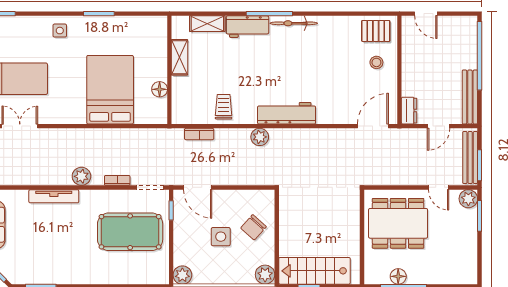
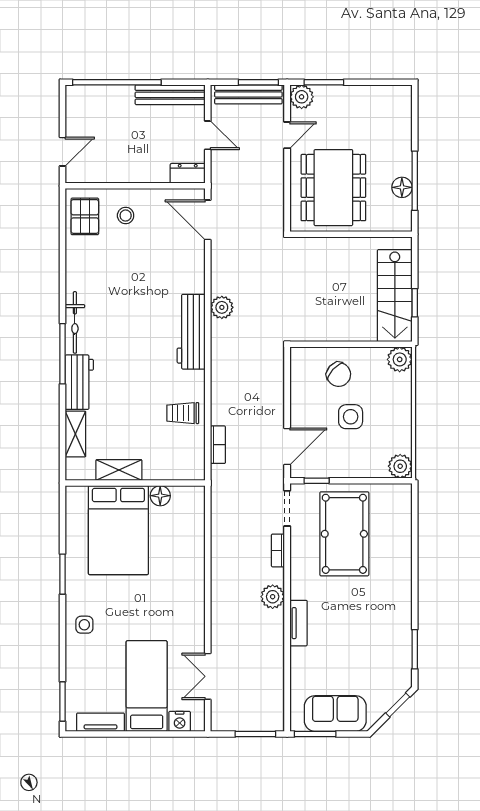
bed: (110, 90) -> (118, 530), moved, turned -90
plant: (260, 137) -> (222, 307), moved
tv unit: (54, 196) -> (298, 623), width x0.71

